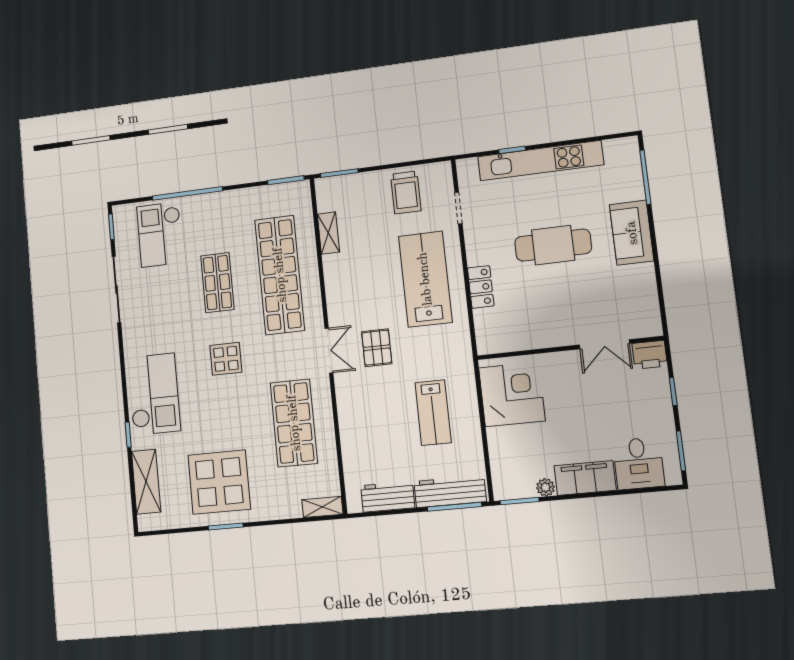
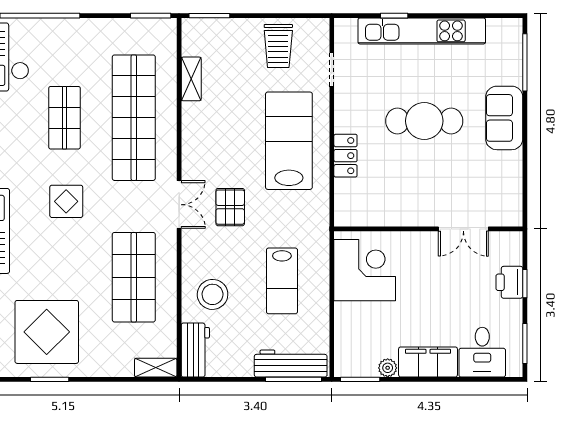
printer: (650, 355) -> (509, 282), moved, turned 90
stool: (369, 432) -> (213, 294), added
workbench: (388, 497) -> (195, 350), moved, turned 90

